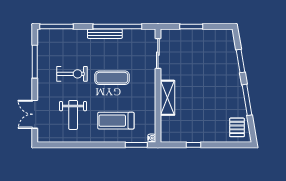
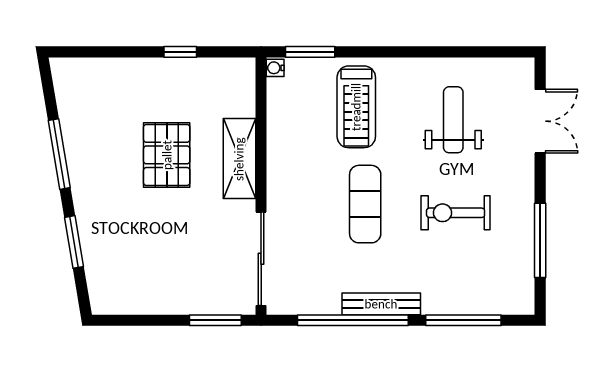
window: (56, 26) -> (463, 320), moved
window: (191, 26) -> (215, 320), moved
sliding door: (158, 54) -> (261, 259), width x1.37
exercise mat: (112, 78) -> (365, 204), turned 90
treadmill: (116, 121) -> (356, 107), turned 90
pallet: (237, 127) -> (167, 155), moved, width x1.50, depth x1.42

